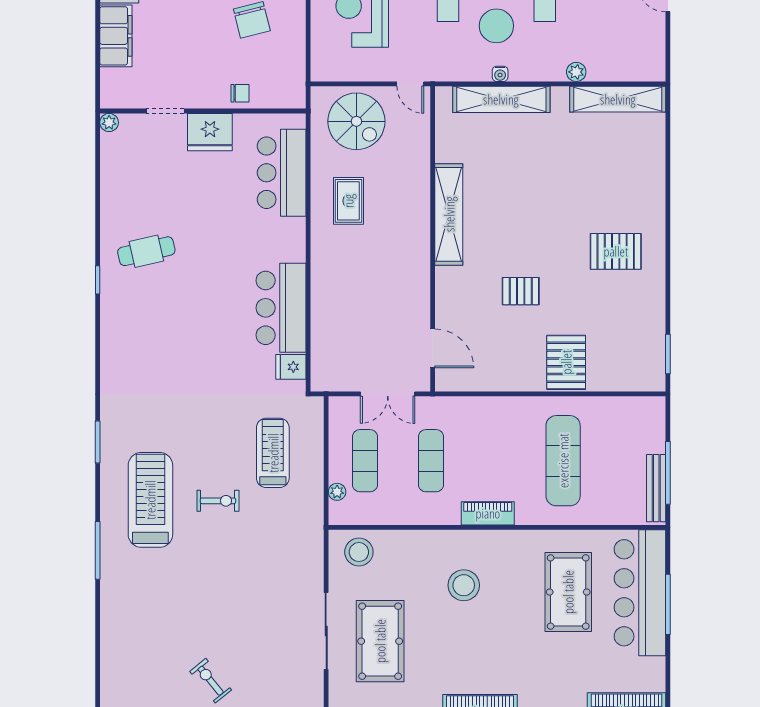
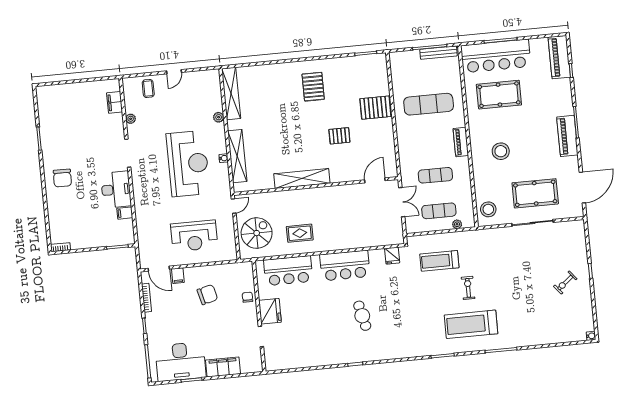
plant: (109, 122) -> (270, 366), removed
cafe table: (146, 251) -> (362, 316), moved
pallet: (521, 291) -> (339, 136), turned 90
bar counter: (281, 308) -> (345, 266), moved

